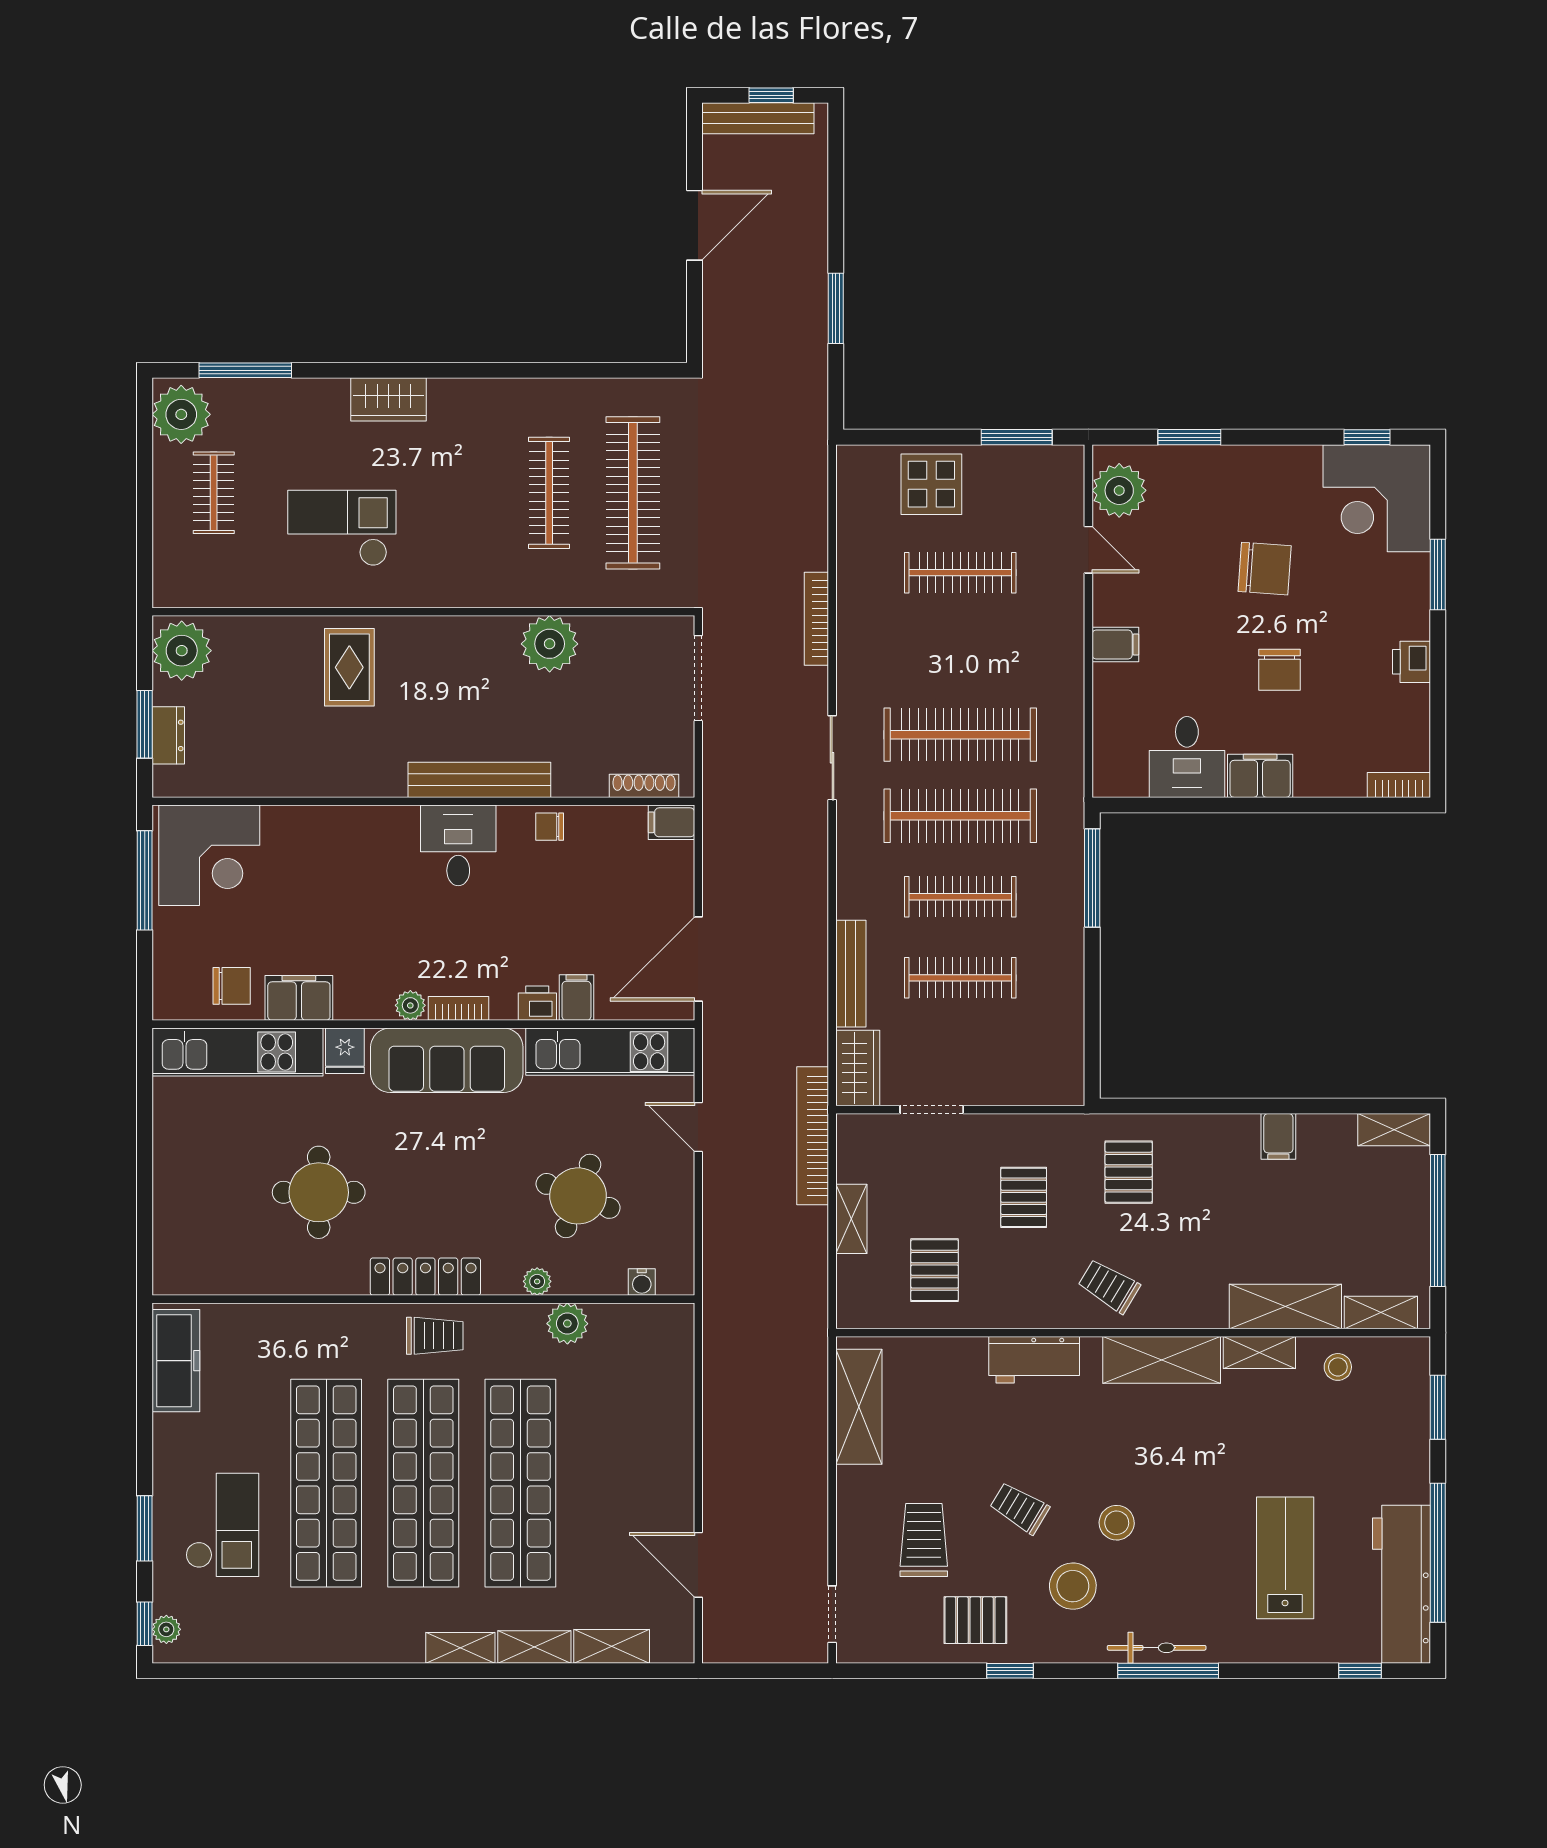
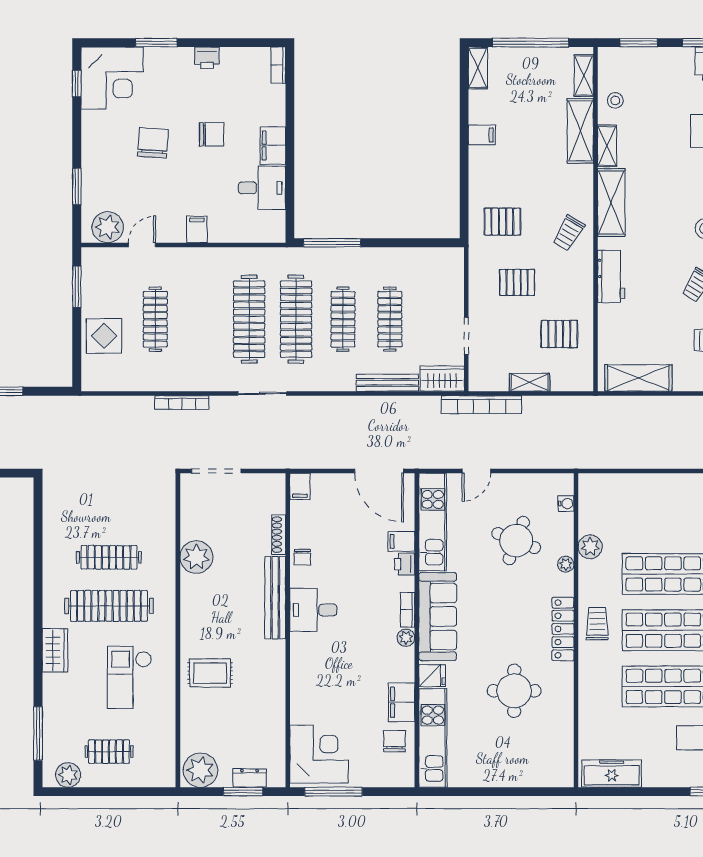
plant: (181, 414) -> (68, 775), width x0.73, depth x0.73
clothes rail: (633, 493) -> (109, 606), moved
shoe rack: (644, 786) -> (279, 535), moved

